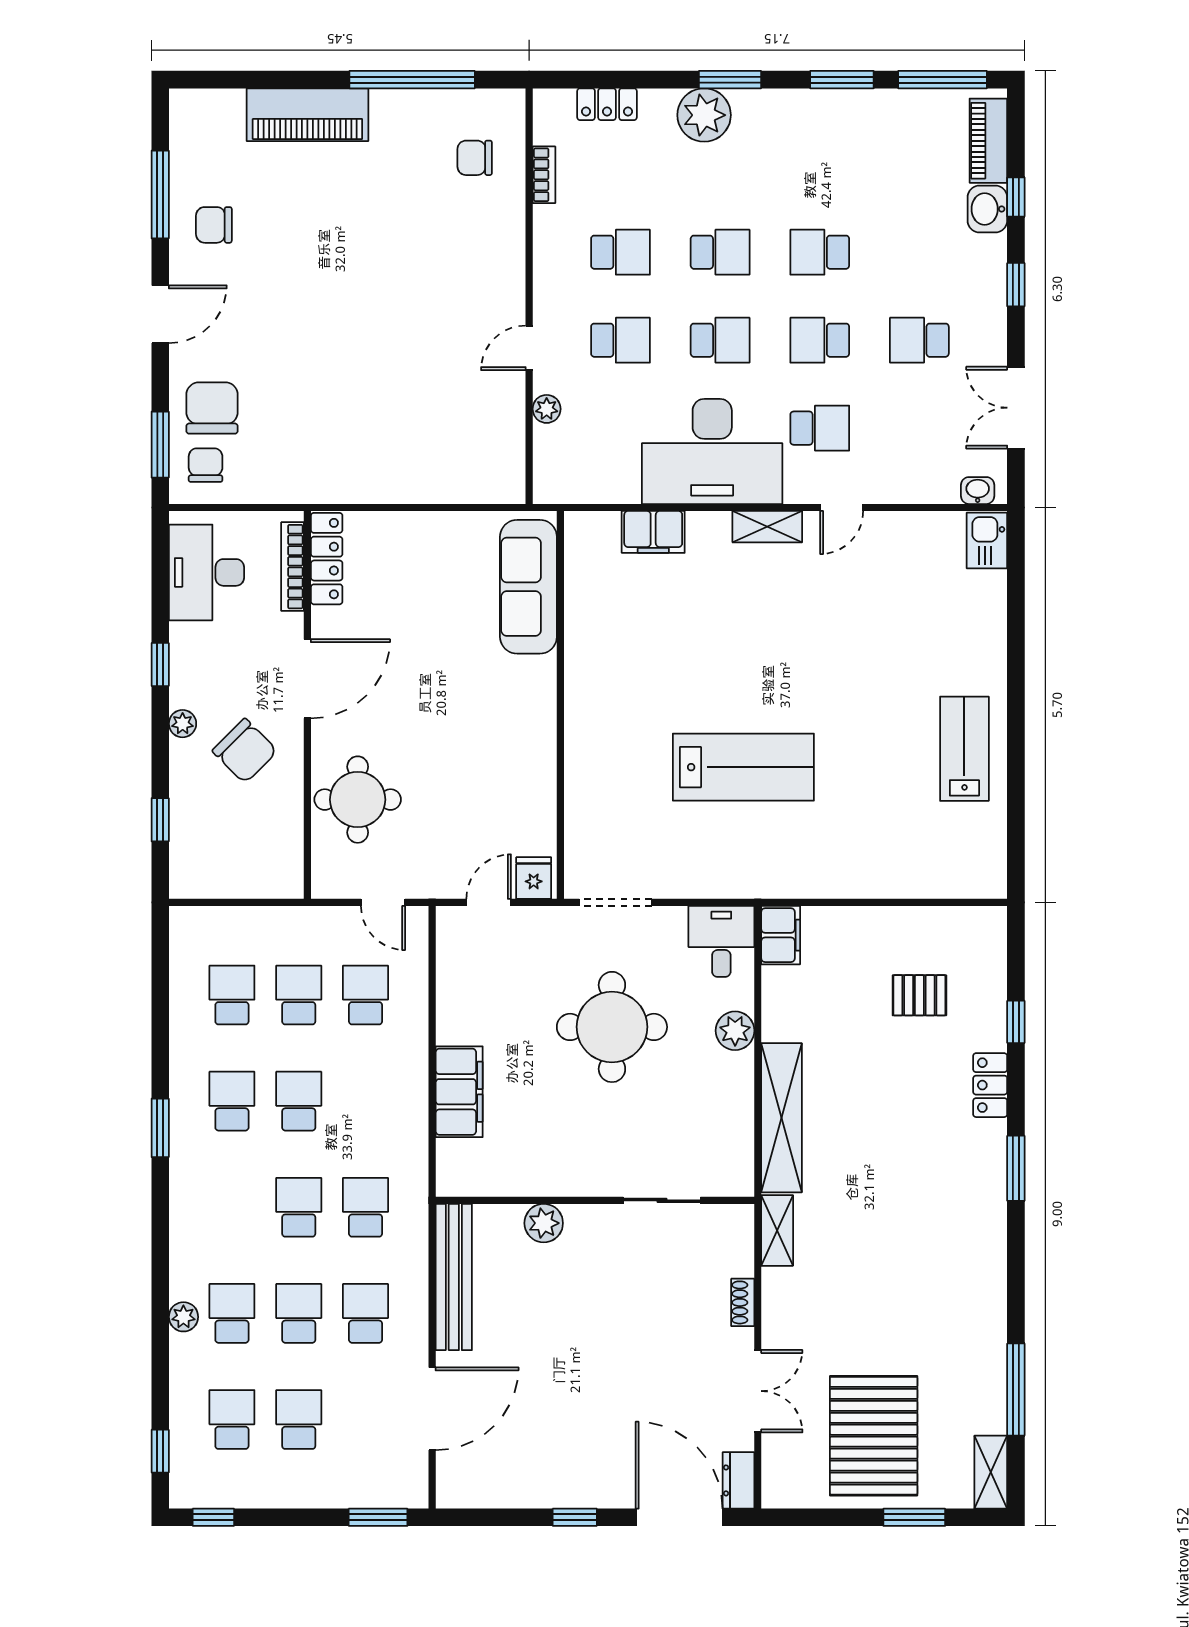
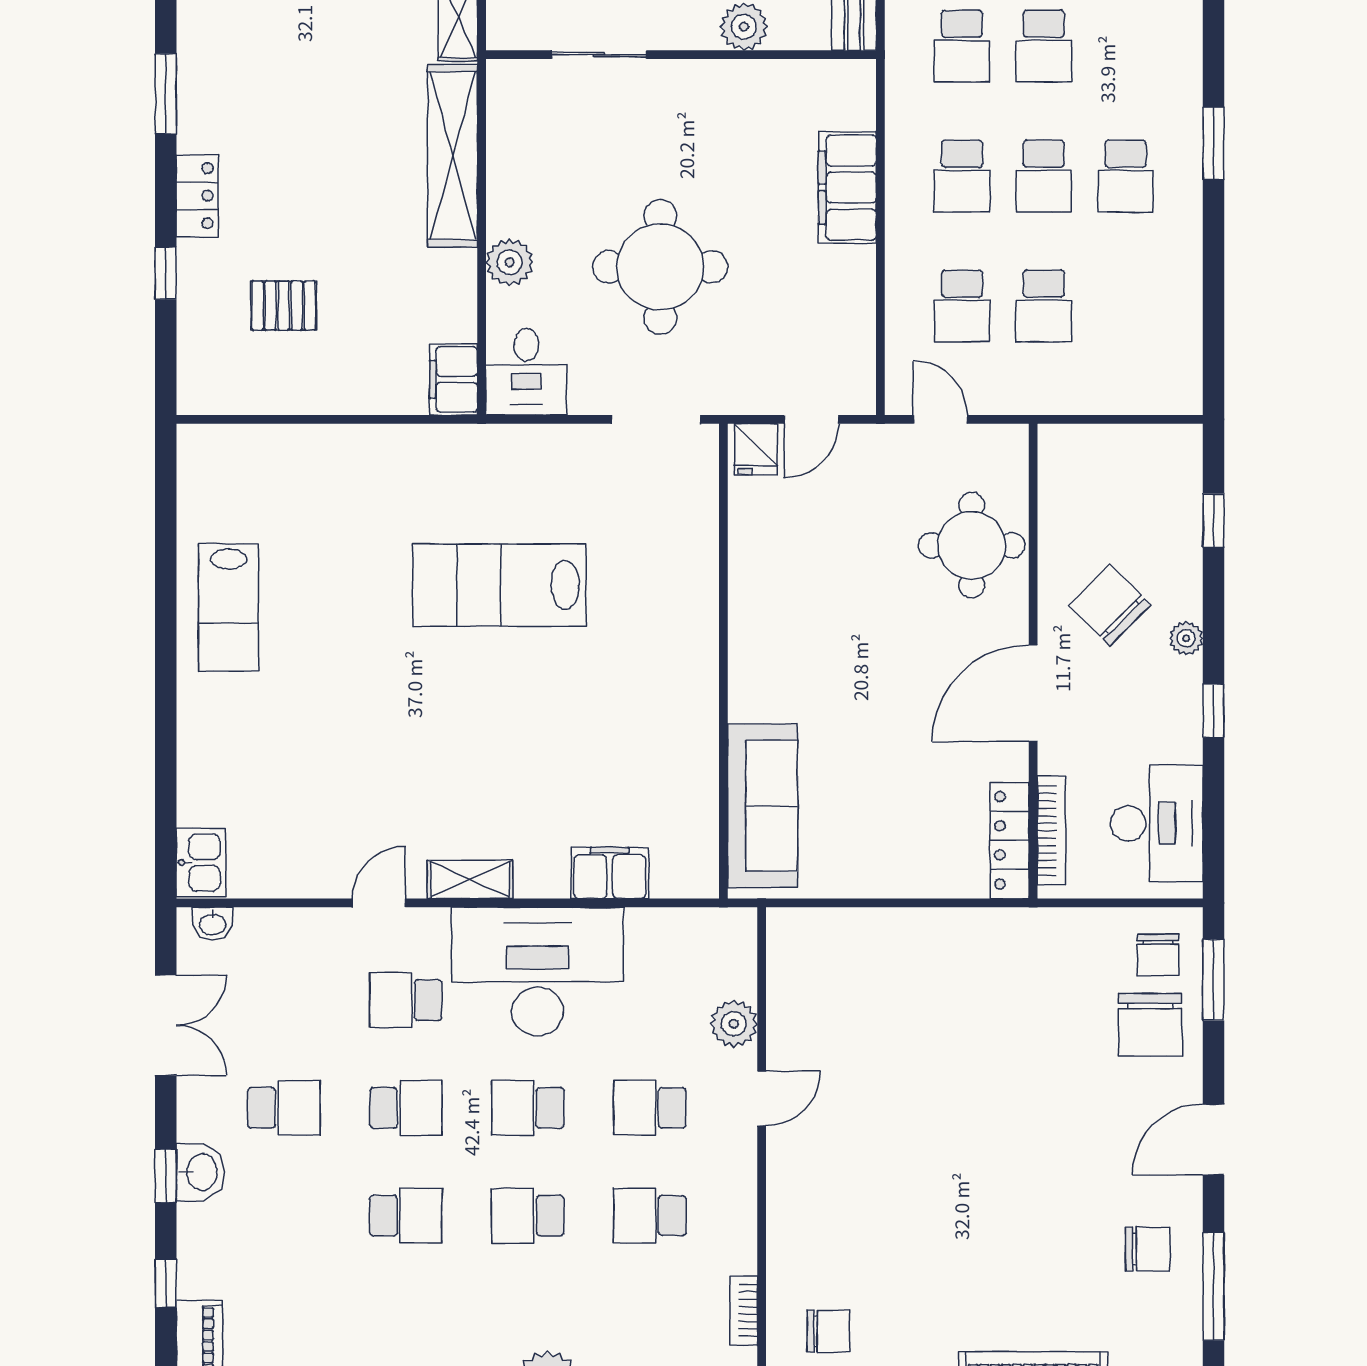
washbasin: (987, 209) -> (201, 1172), moved
plant: (547, 409) -> (734, 1024), width x1.38, depth x1.38
school desk: (232, 995) -> (962, 176), moved

